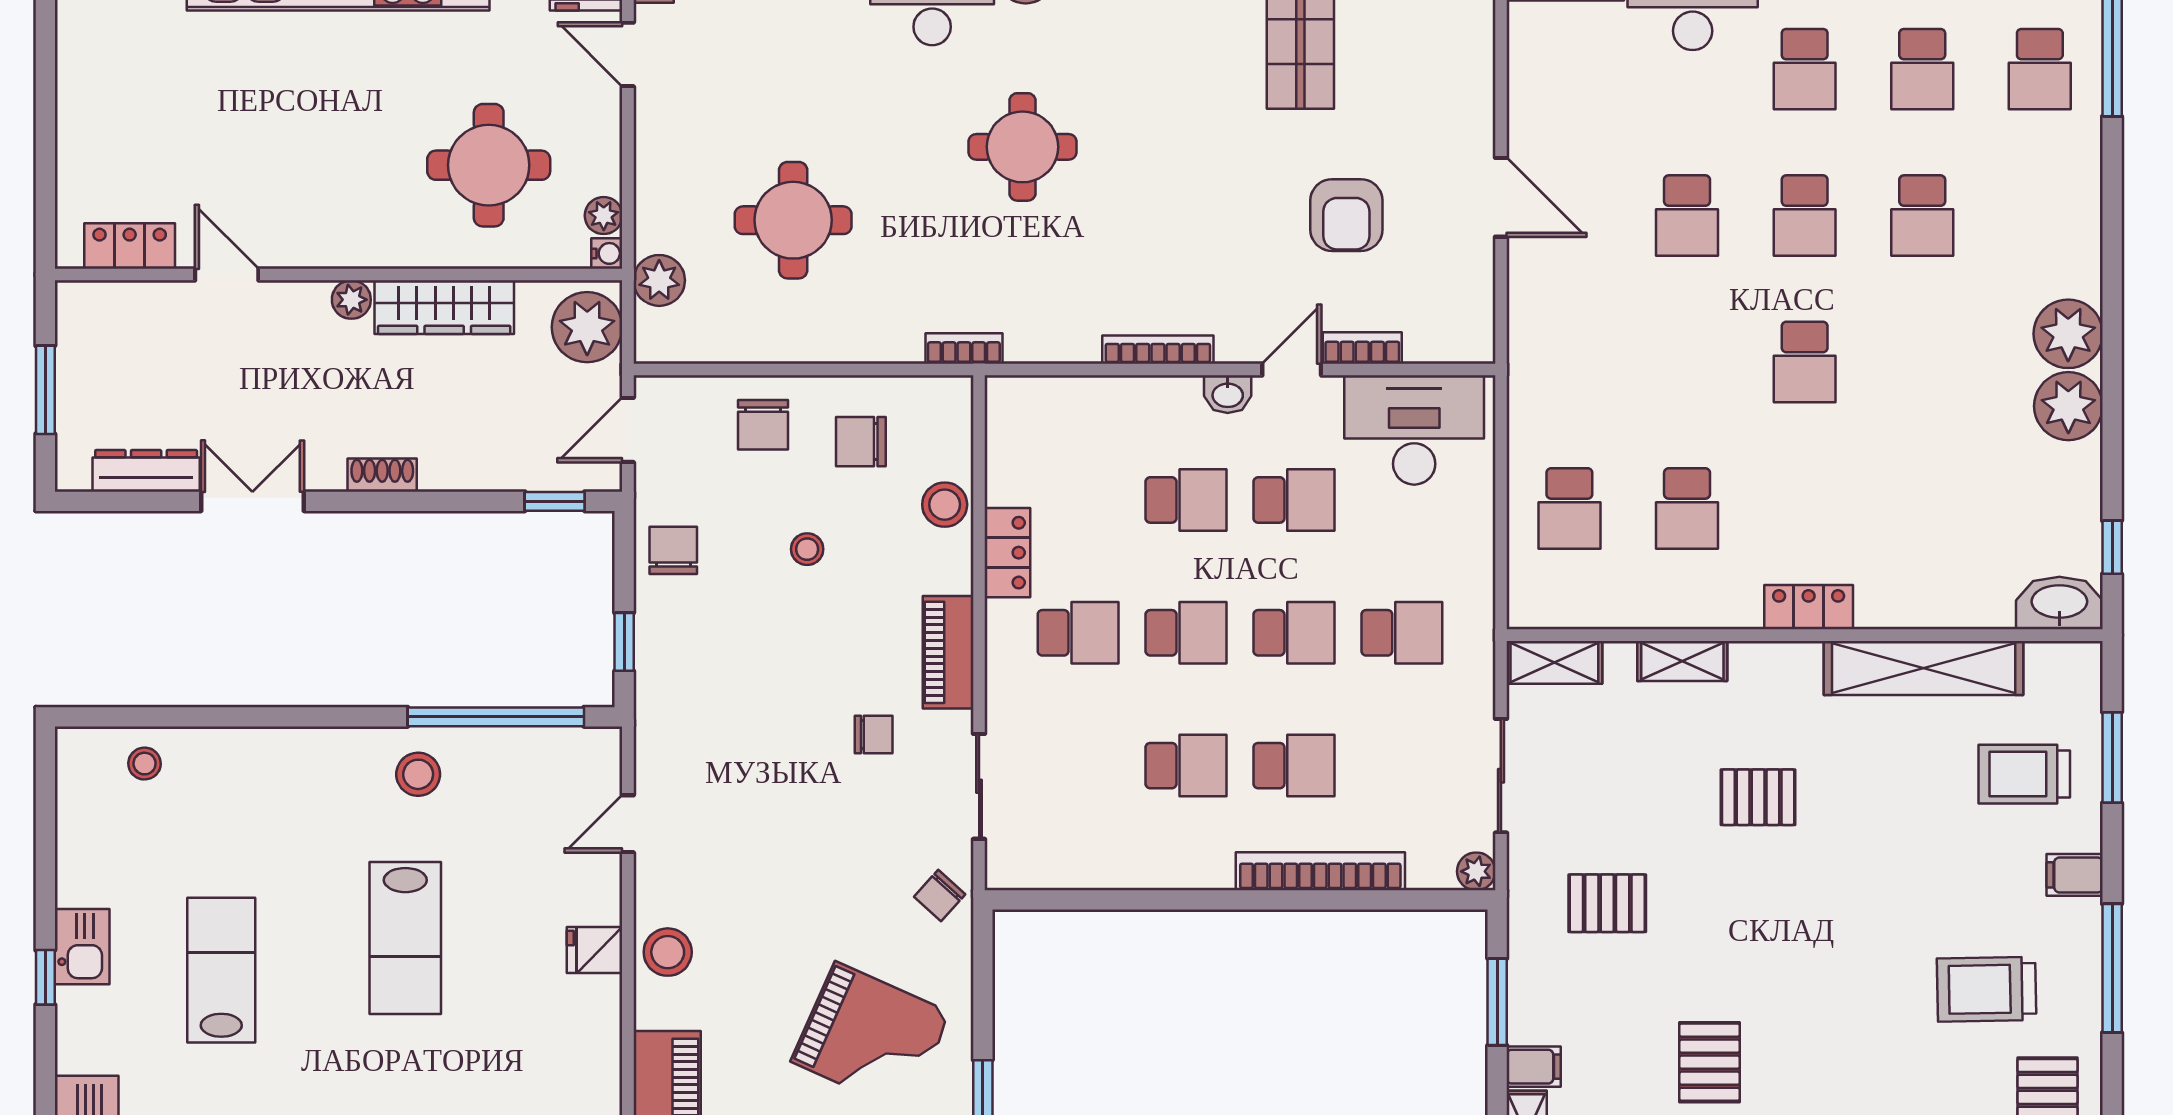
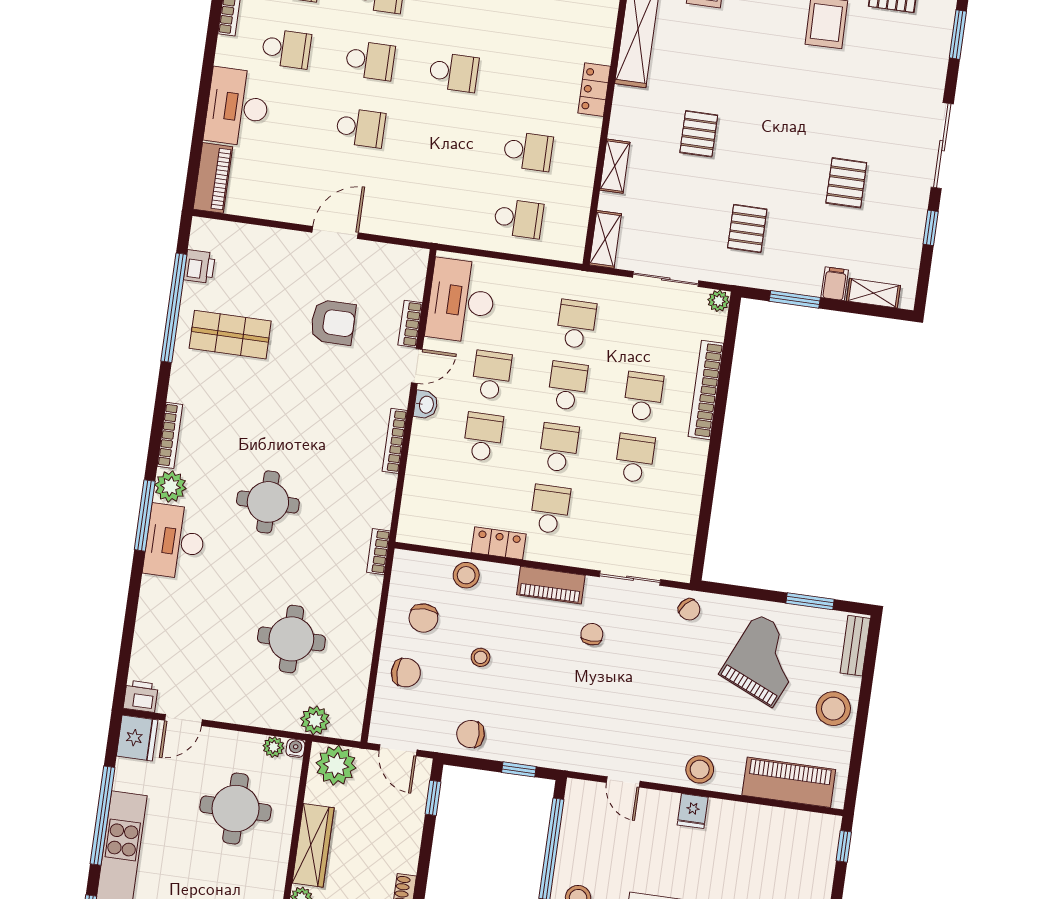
door: (1292, 369) -> (417, 366), swing flipped
pallet: (1710, 1062) -> (846, 183), turned 90

